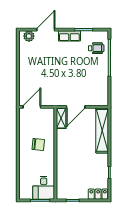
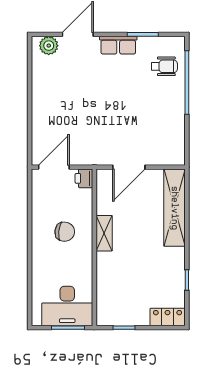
printer: (49, 113) -> (84, 178), added
shelving: (61, 118) -> (104, 233), moved
desk: (44, 188) -> (67, 306), width x1.37

